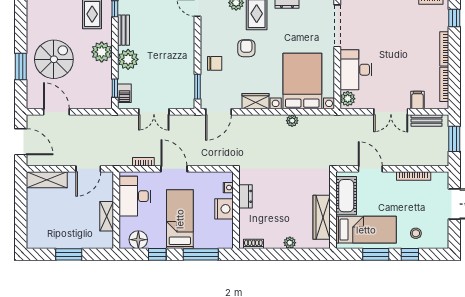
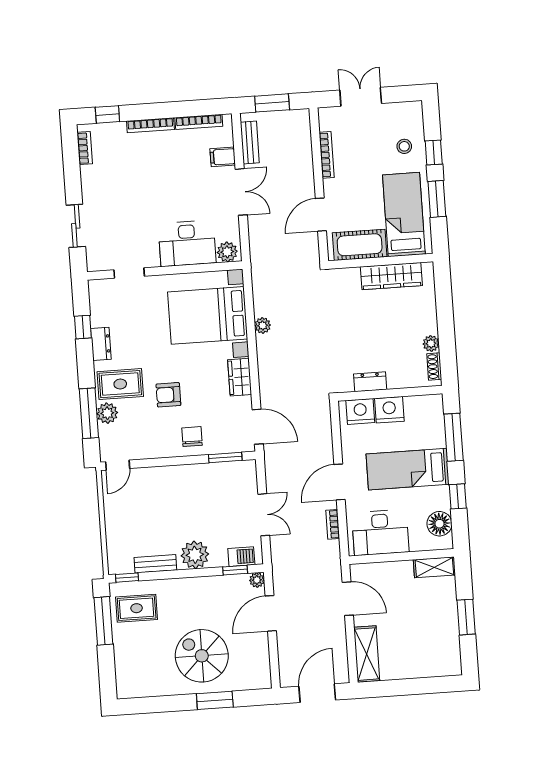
doorway: (337, 26) -> (129, 273), width x0.53
plant: (102, 52) -> (257, 580), moved, width x0.53, depth x0.53
door: (56, 112) -> (271, 613), moved
nightstand: (228, 188) -> (360, 412), width x1.89, depth x1.79
shelving: (107, 216) -> (434, 567), moved
plant: (290, 243) -> (431, 343), moved

